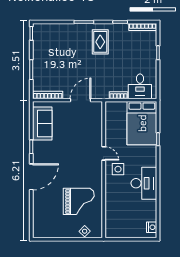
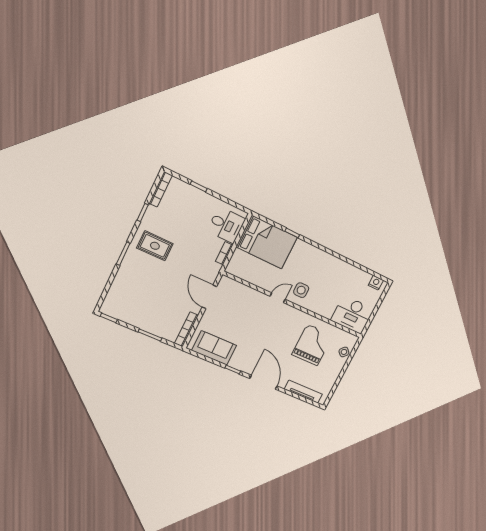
desk: (144, 183) -> (352, 315), moved, turned 180
tv unit: (37, 214) -> (303, 392), added

